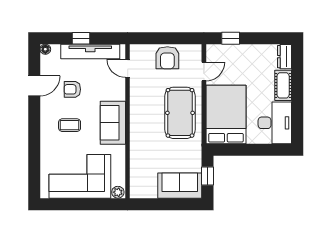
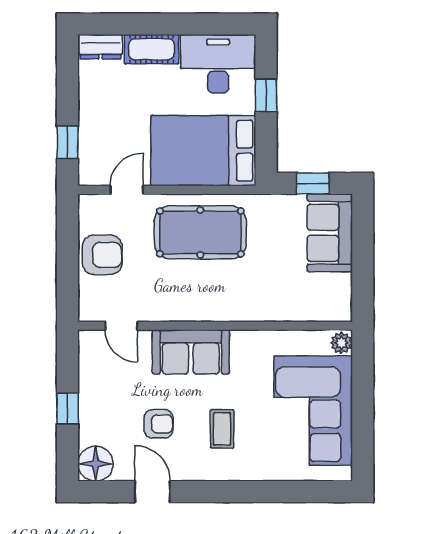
floor lamp: (45, 49) -> (95, 464), width x1.89, depth x1.89
tv unit: (90, 52) -> (91, 392), removed
door: (128, 68) -> (121, 326), hinge flipped
door: (204, 71) -> (127, 190), hinge flipped
armchair: (72, 89) -> (159, 424), turned -90
sofa: (113, 123) -> (191, 352), moved
window: (257, 150) -> (266, 95), added

